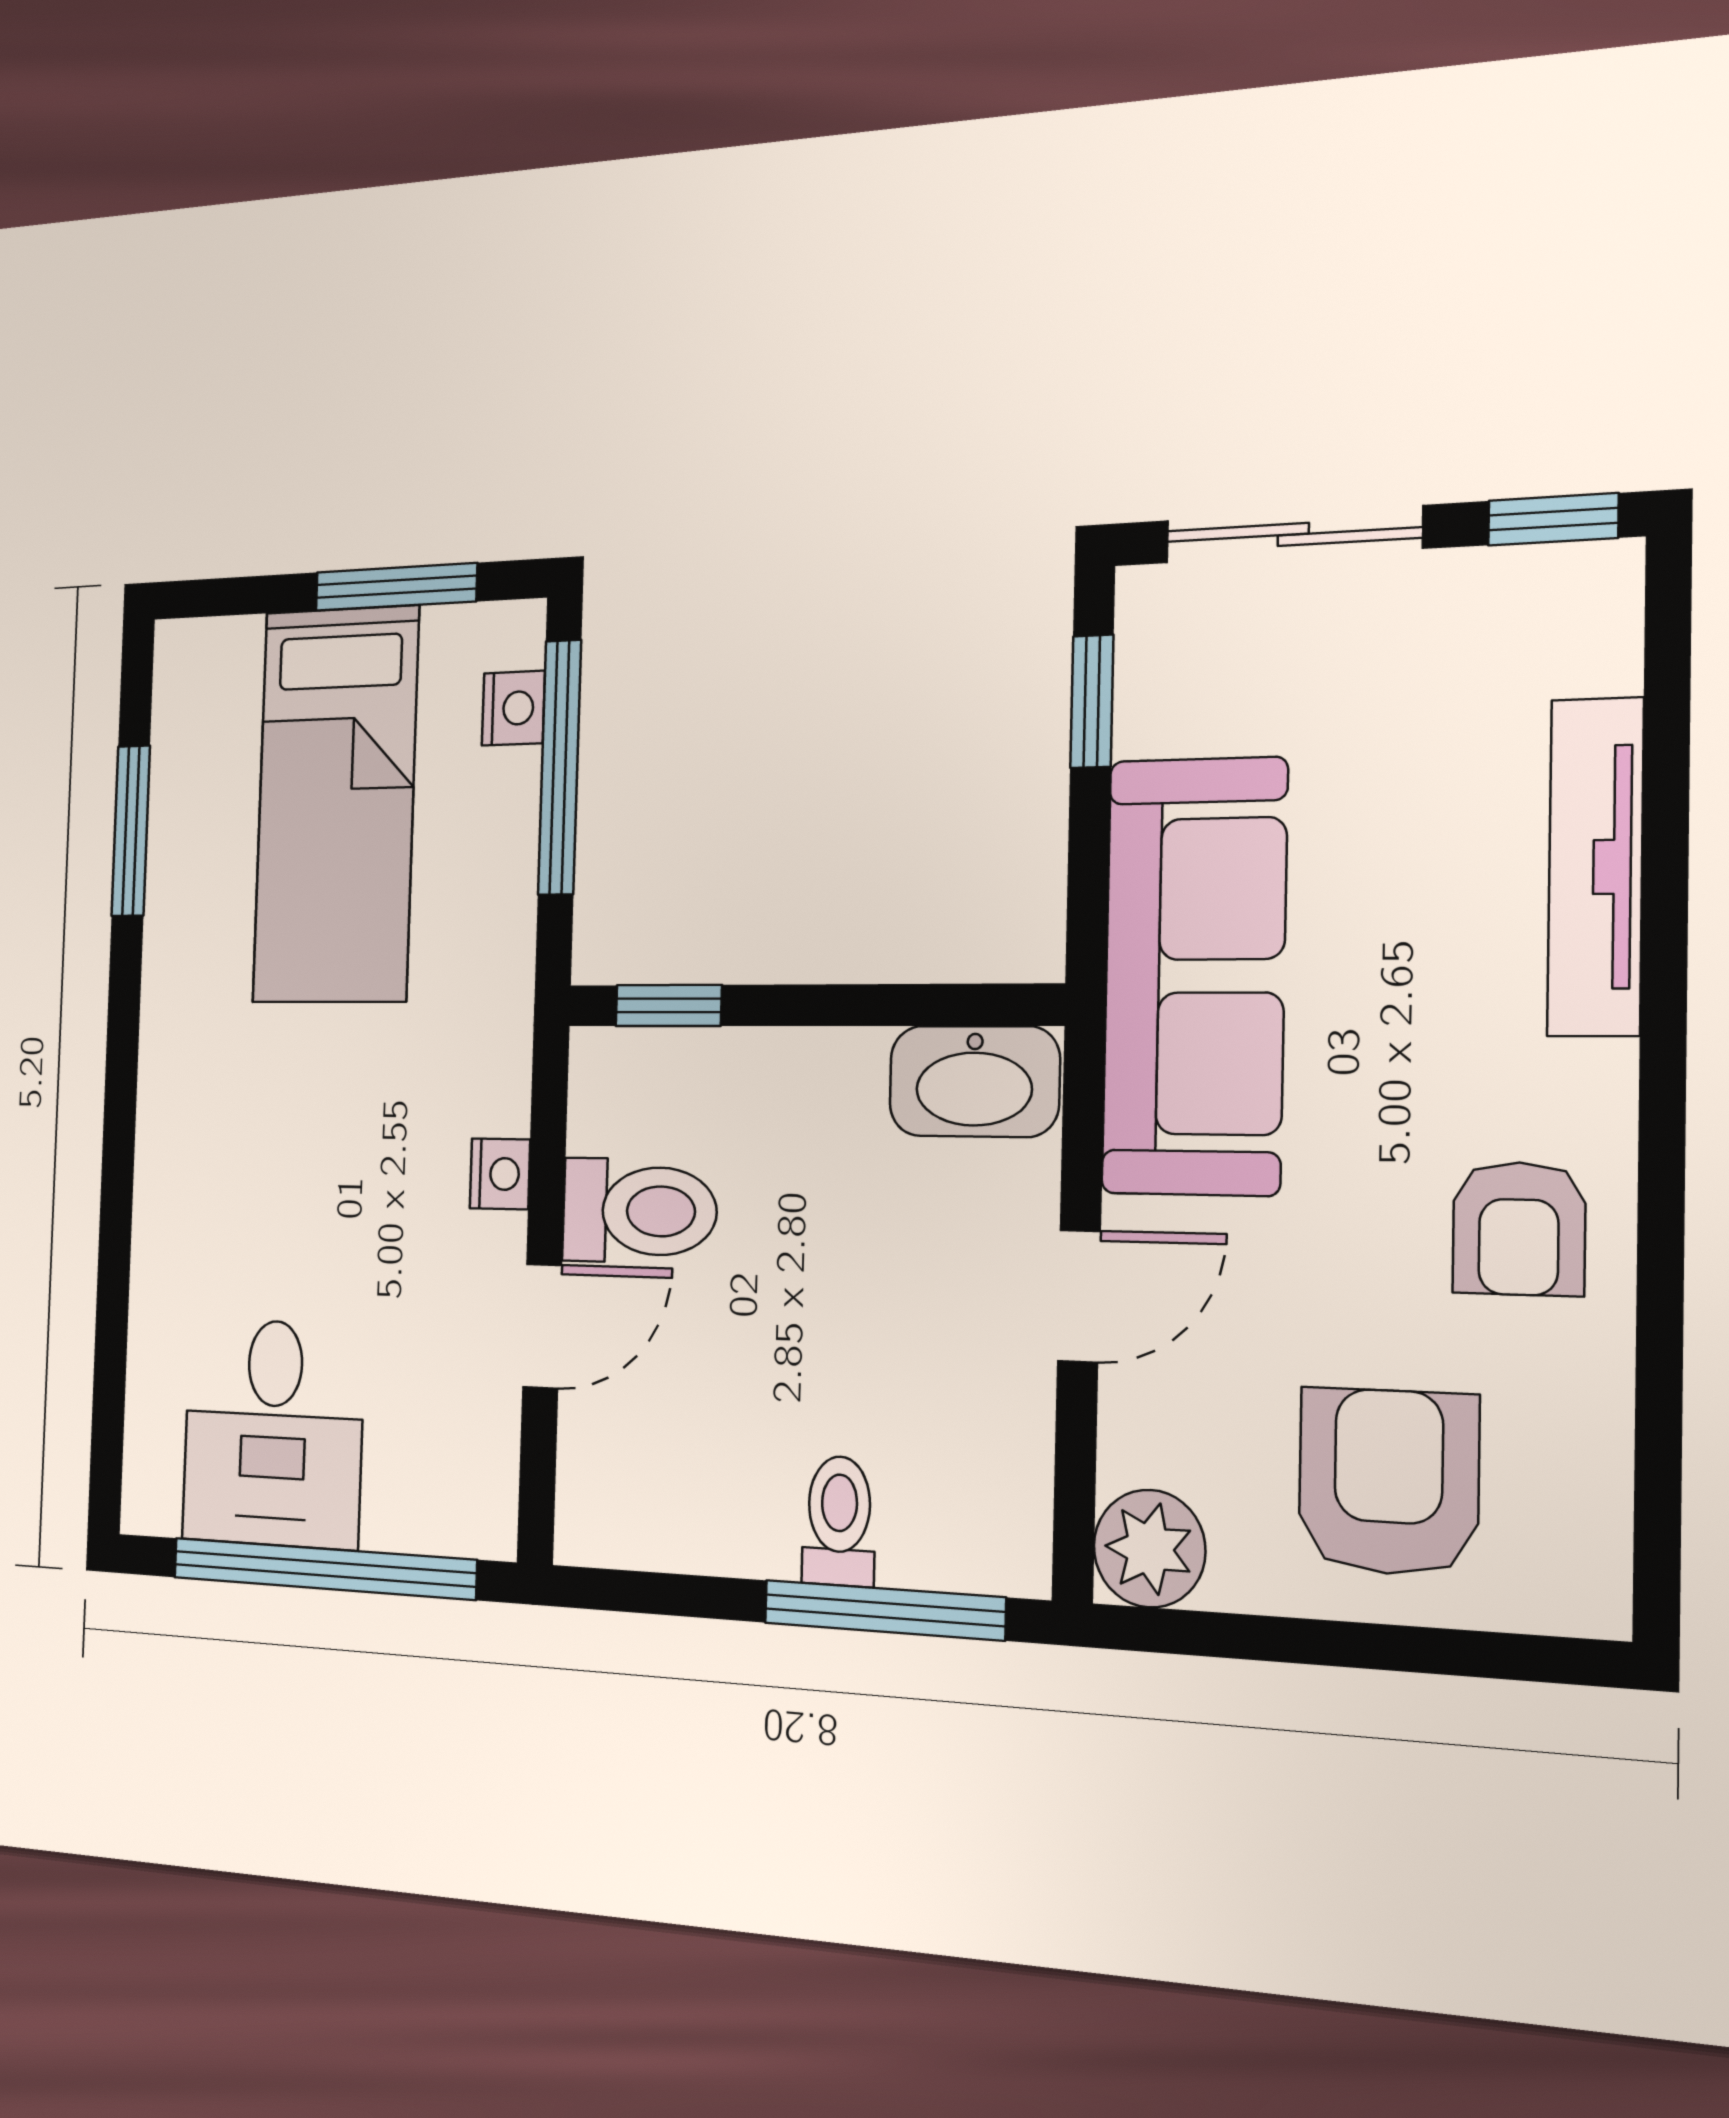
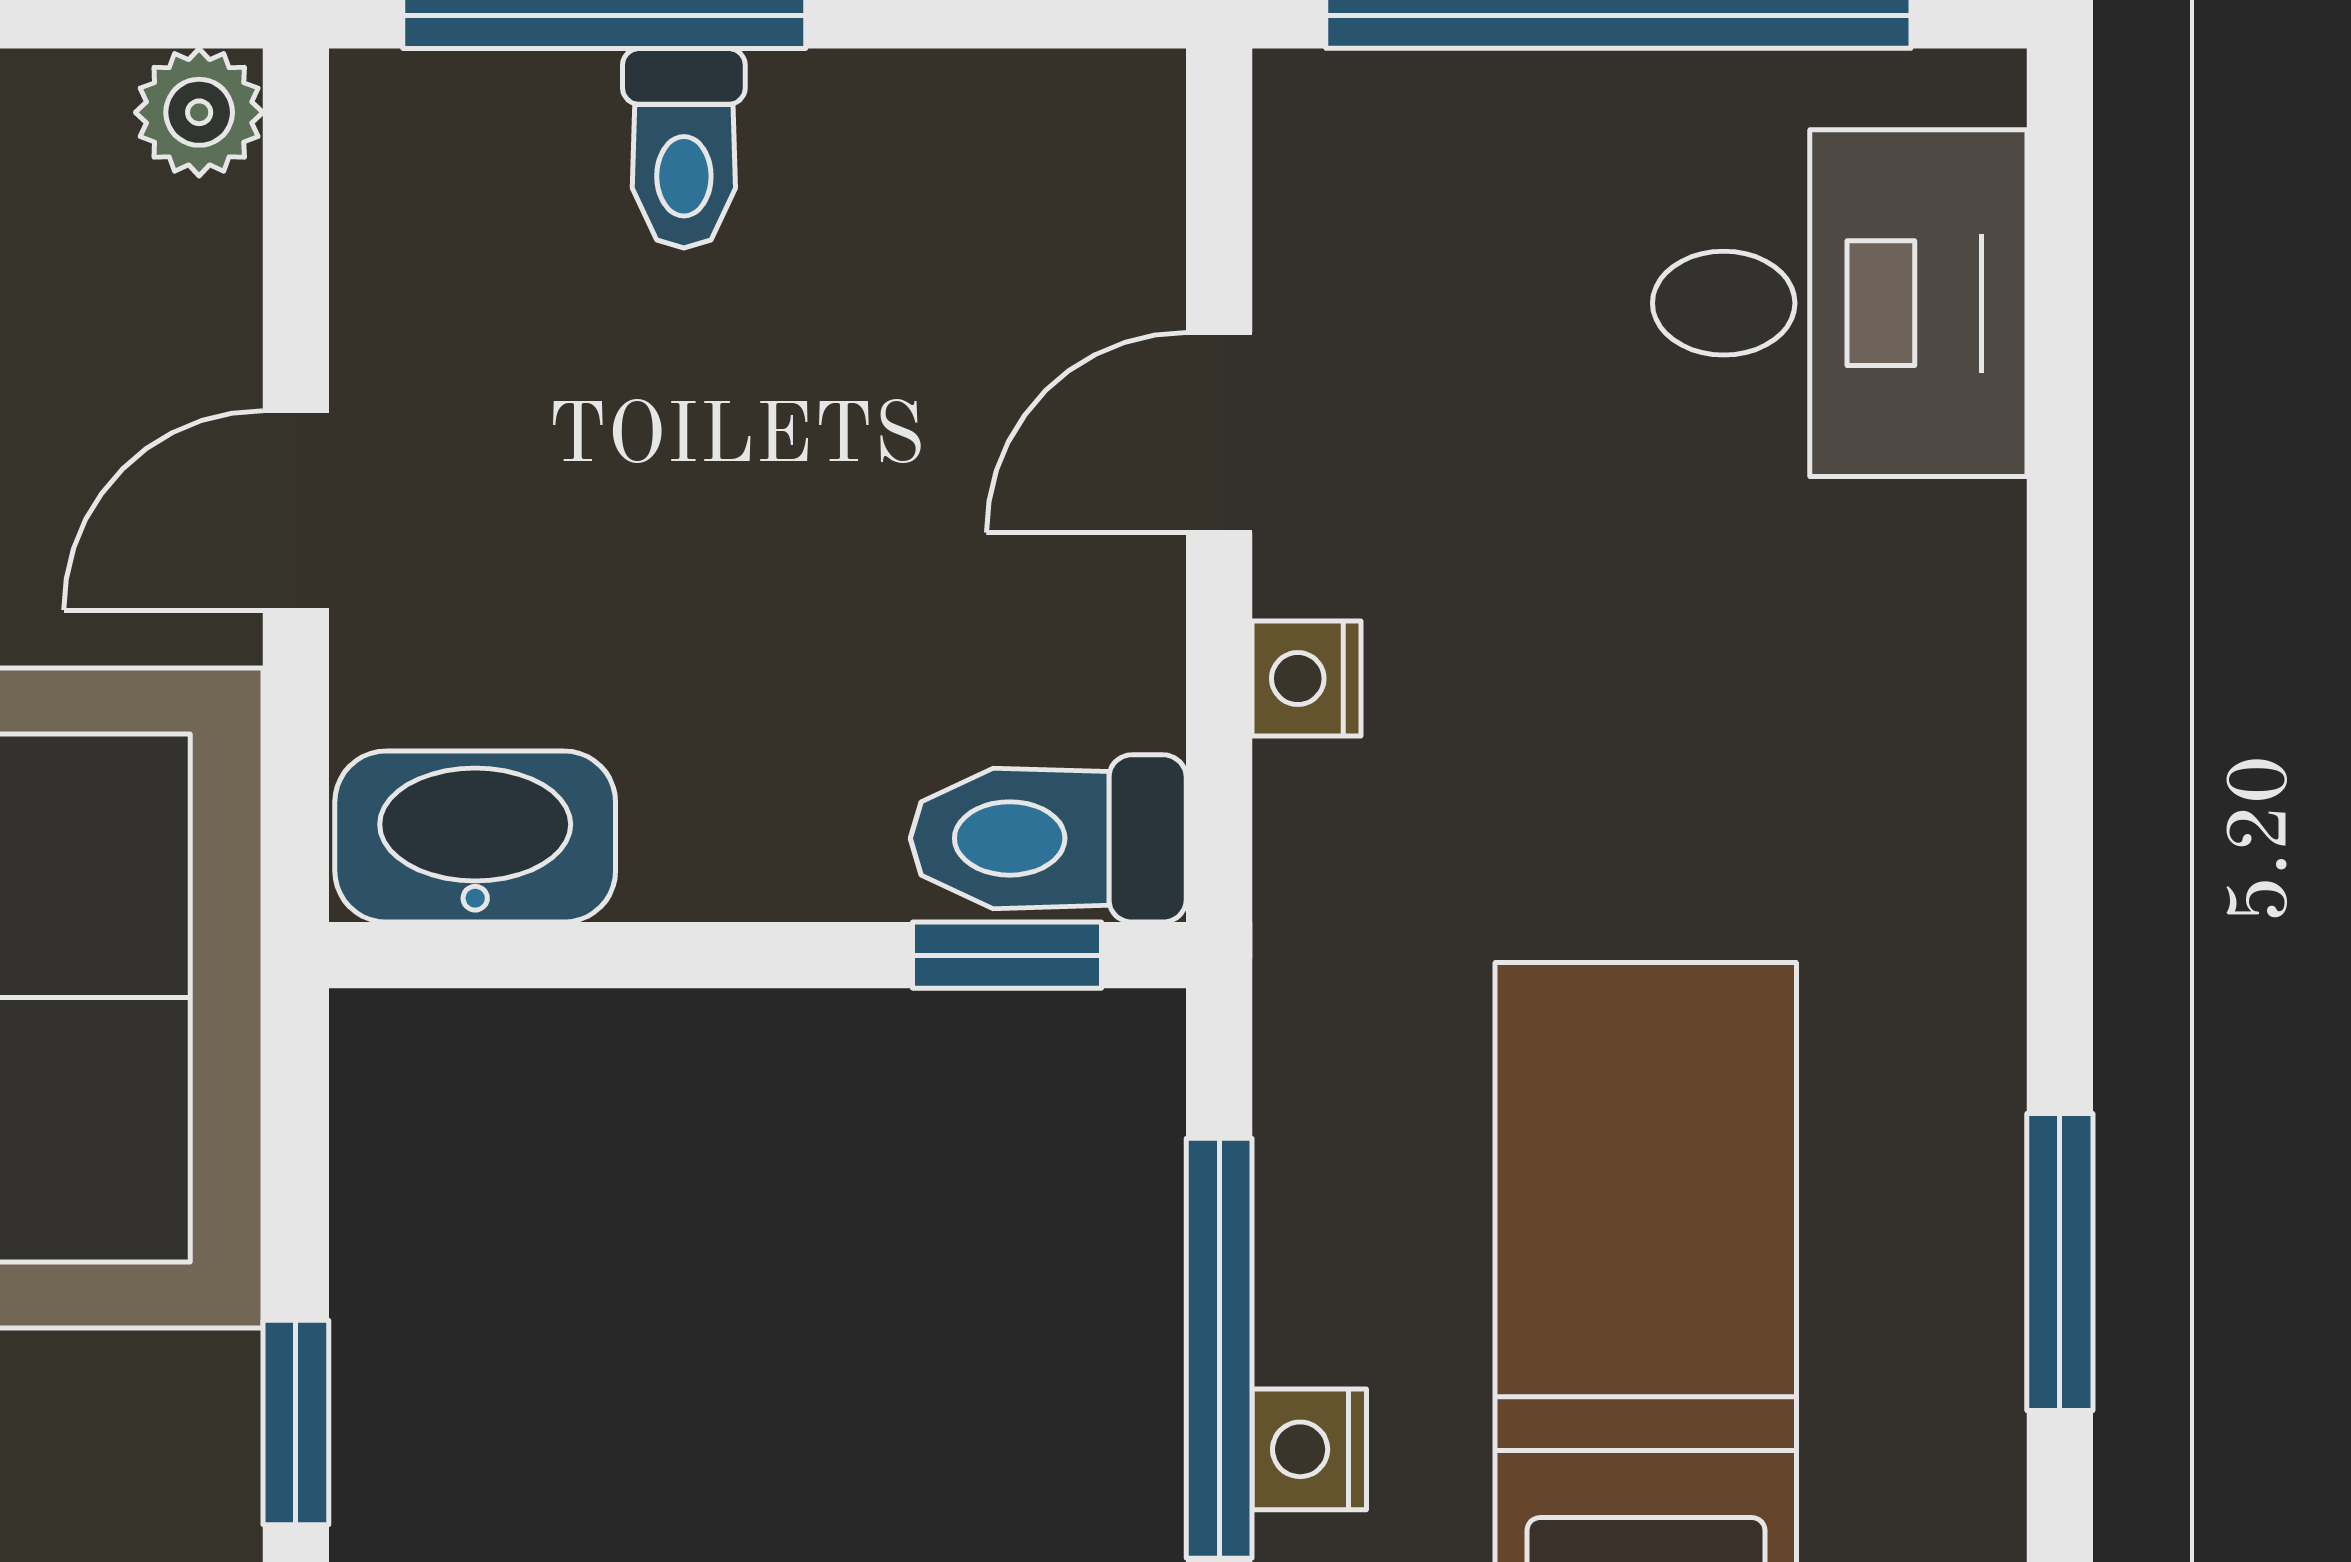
toilet: (639, 1211) -> (1048, 838), moved
desk: (273, 1433) -> (1840, 303), moved, turned 90
plant: (1149, 1549) -> (199, 112), width x0.73, depth x0.73

